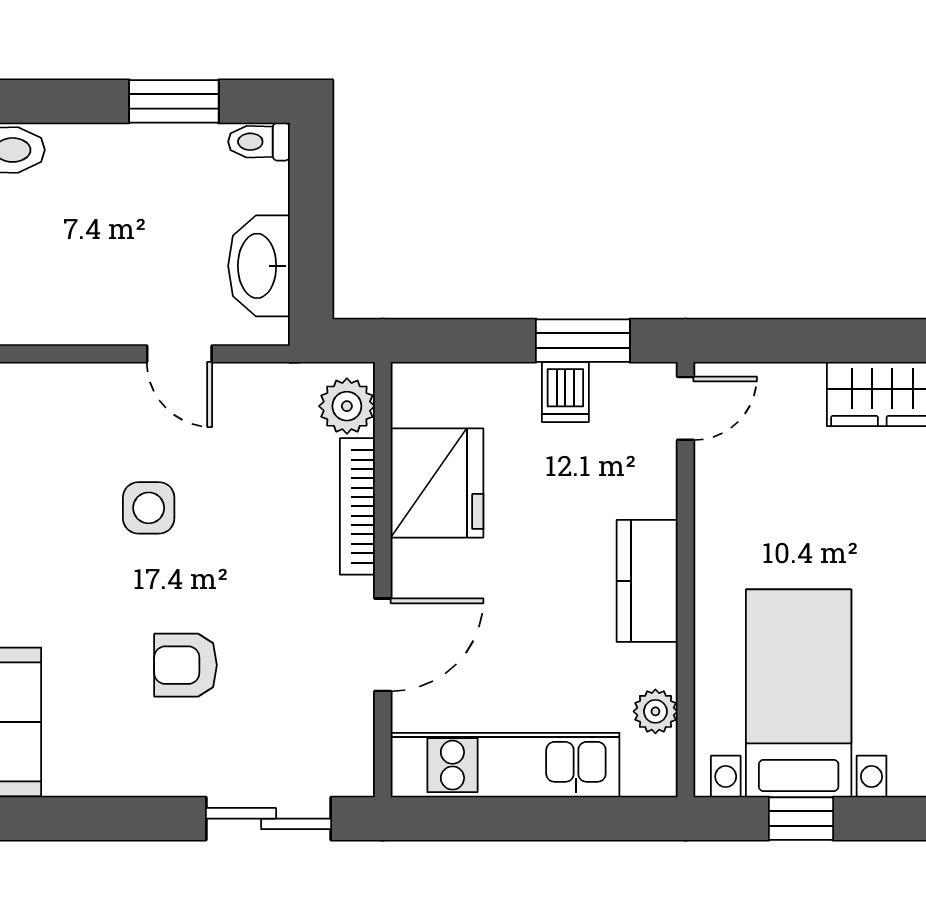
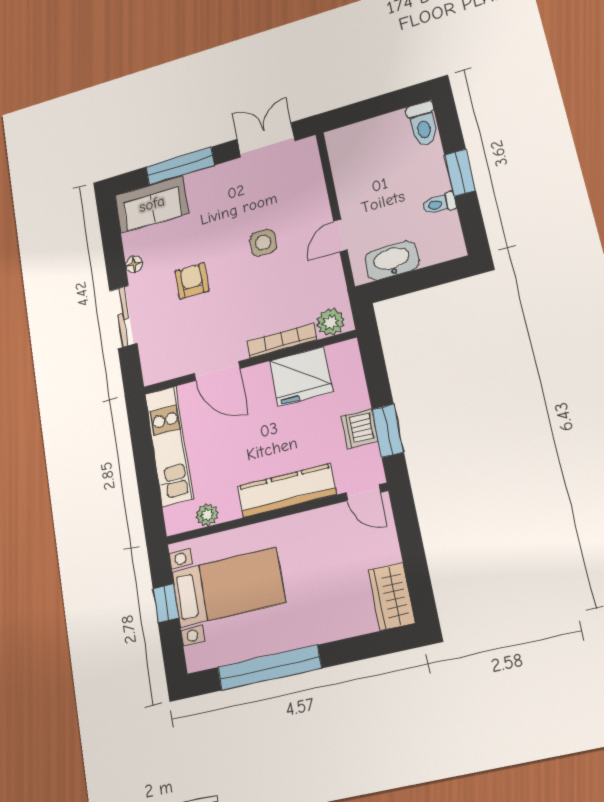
window: (174, 101) -> (460, 173), moved
toilet: (259, 142) -> (439, 204), moved, turned -90
dishwasher: (565, 392) -> (359, 429), width x1.38
kitchen counter: (647, 581) -> (287, 491), width x1.50
floor lamp: (116, 779) -> (134, 264), added
sliding door: (269, 819) -> (123, 317), moved

